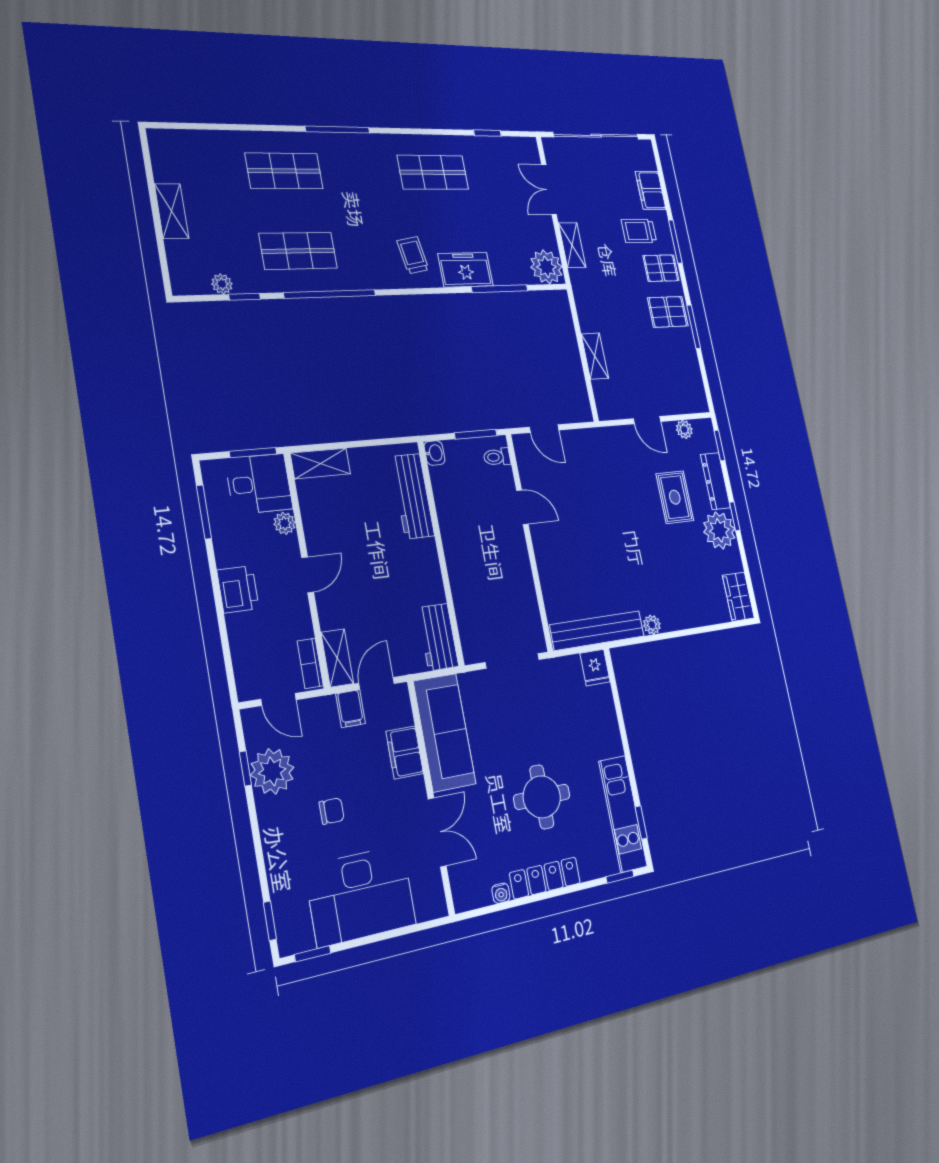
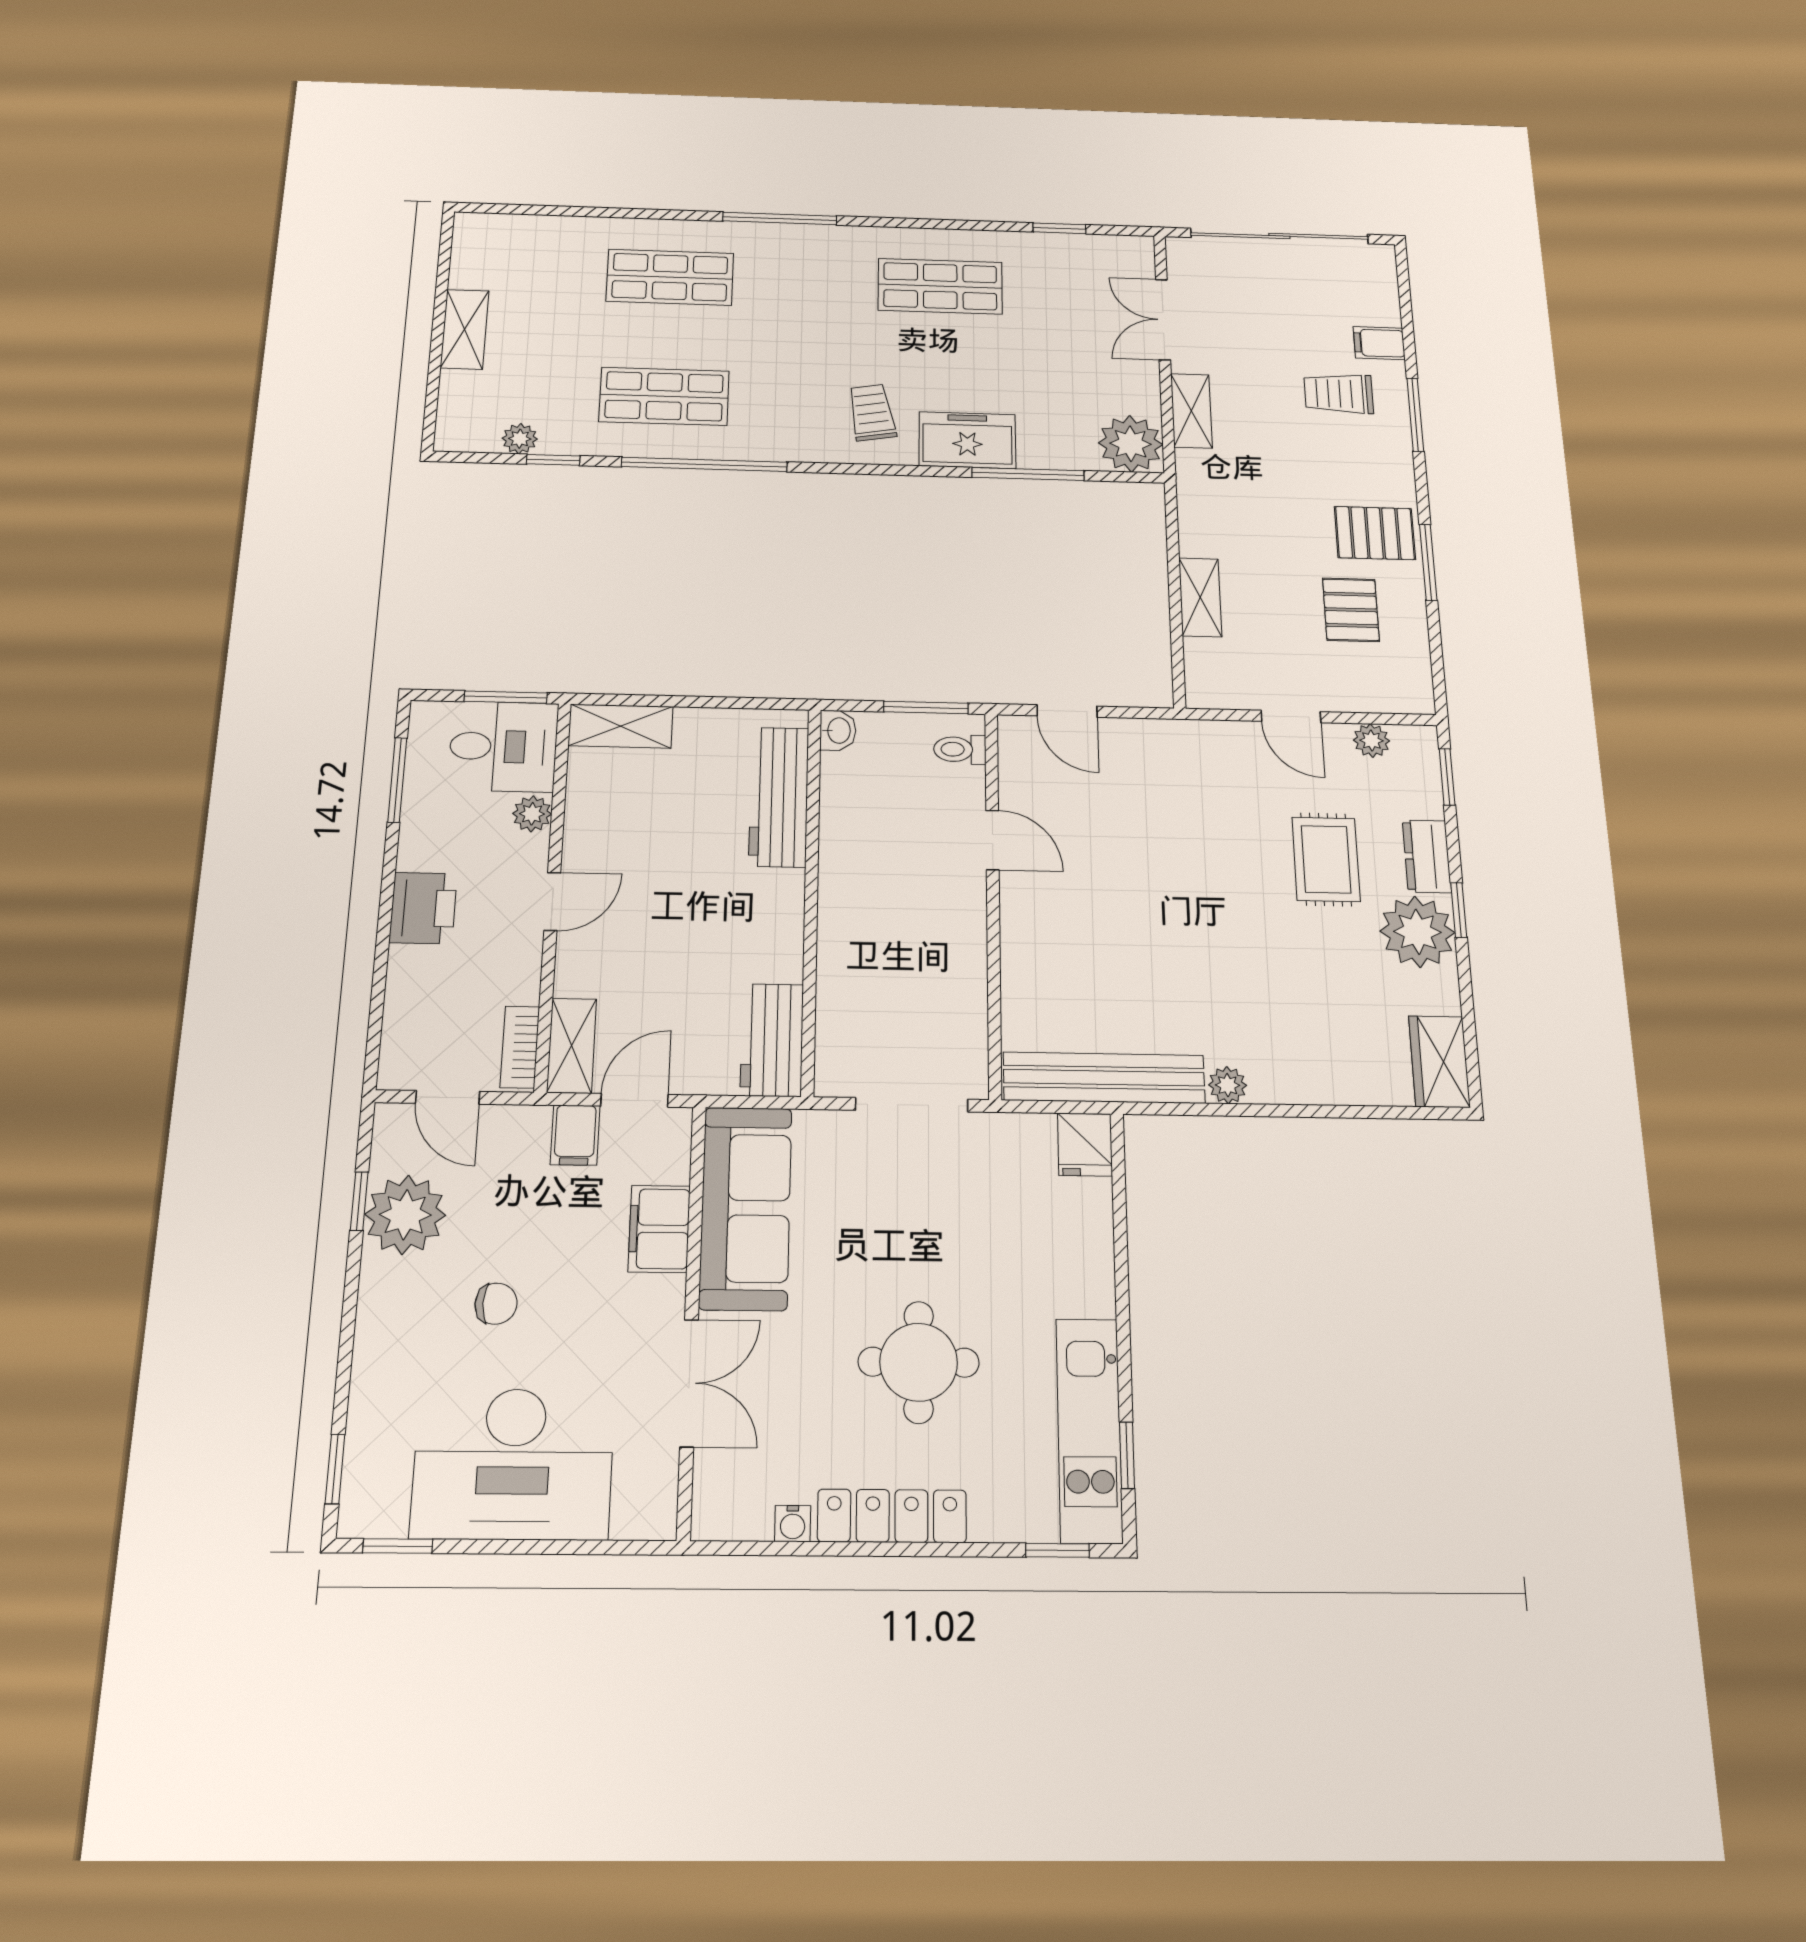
filing cabinet: (651, 190) -> (1379, 343), width x0.50
pallet: (661, 268) -> (1351, 610), moved, turned 90
dresser: (715, 481) -> (1427, 856), width x0.70

